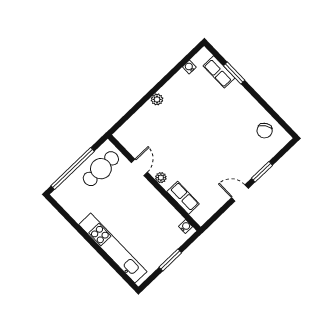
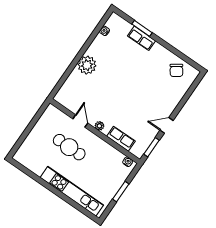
row of seats: (219, 72) -> (142, 38), moved
plant: (157, 99) -> (87, 65), width x1.88, depth x1.88
window: (73, 169) -> (26, 133), removed
cafe table: (101, 169) -> (69, 147), moved, turned 90
window: (262, 172) -> (151, 147), moved

